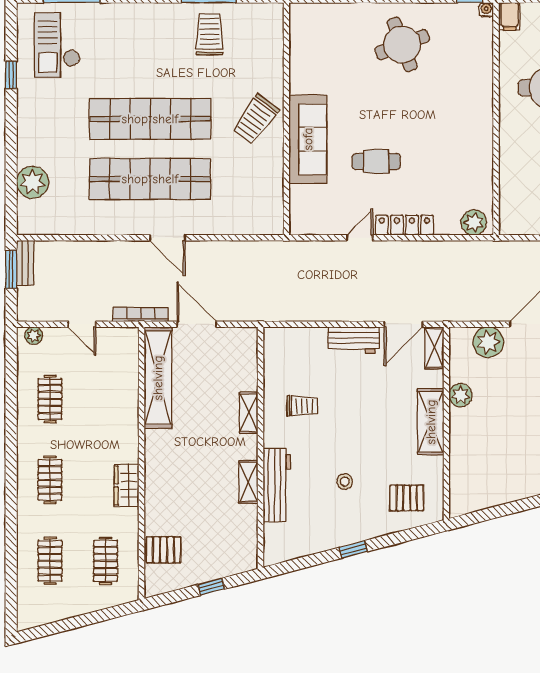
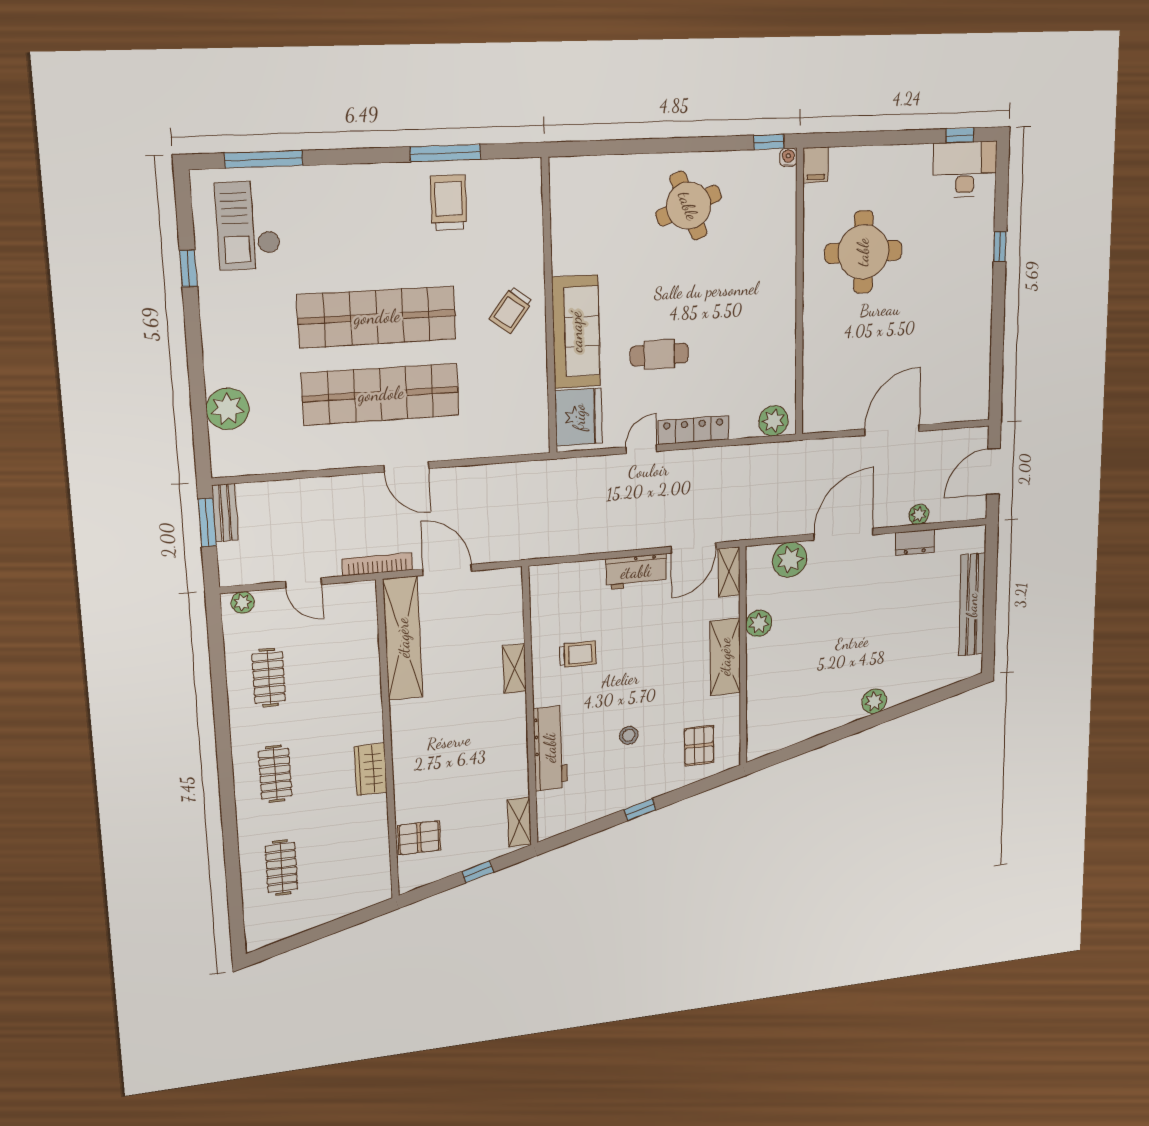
trolley: (256, 119) -> (511, 310), width x0.73, depth x0.72
fridge: (308, 208) -> (579, 417), added
shelving: (248, 482) -> (519, 822), moved
pallet: (407, 498) -> (699, 746), turned 90
clothes rail: (106, 561) -> (350, 859), removed

